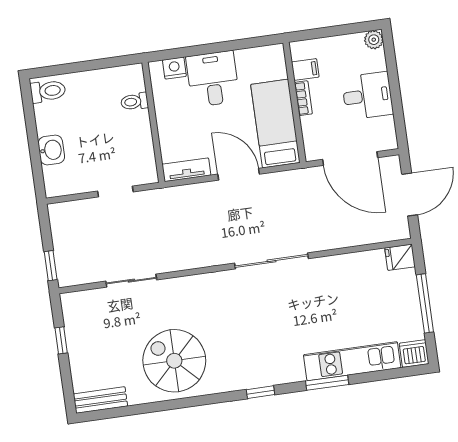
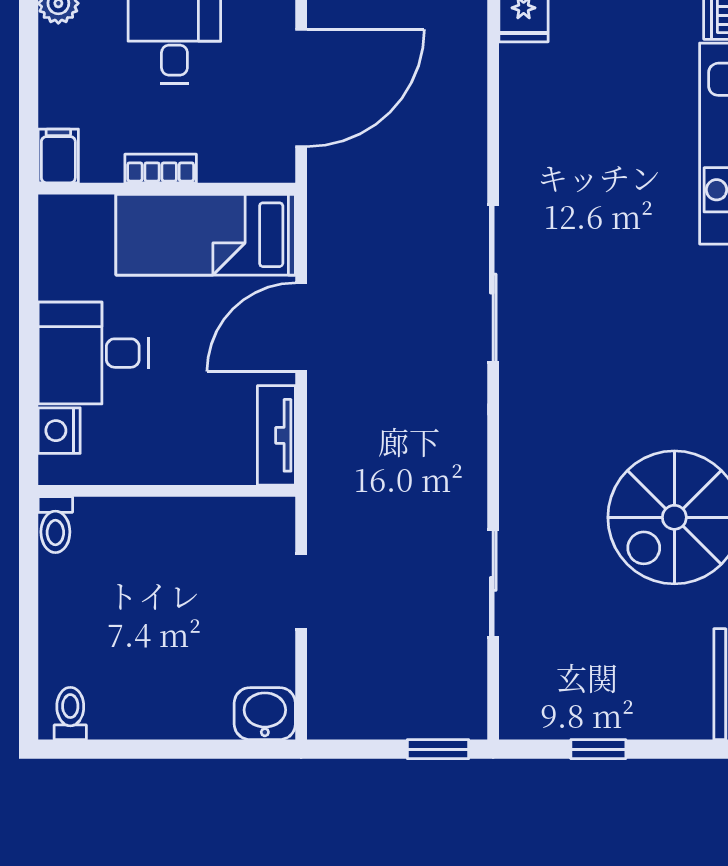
filing cabinet: (305, 69) -> (58, 156), moved
toilet: (48, 91) -> (70, 713), width x0.73, depth x0.72
toilet: (134, 102) -> (55, 525), moved
washbasin: (51, 150) -> (265, 714), moved

